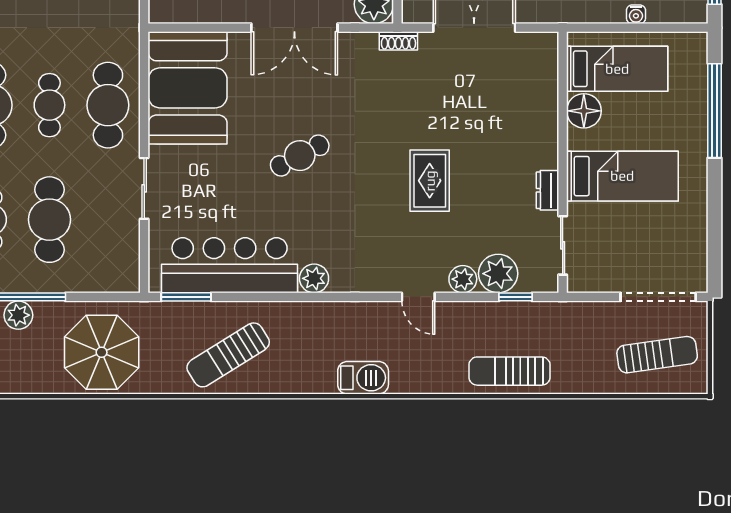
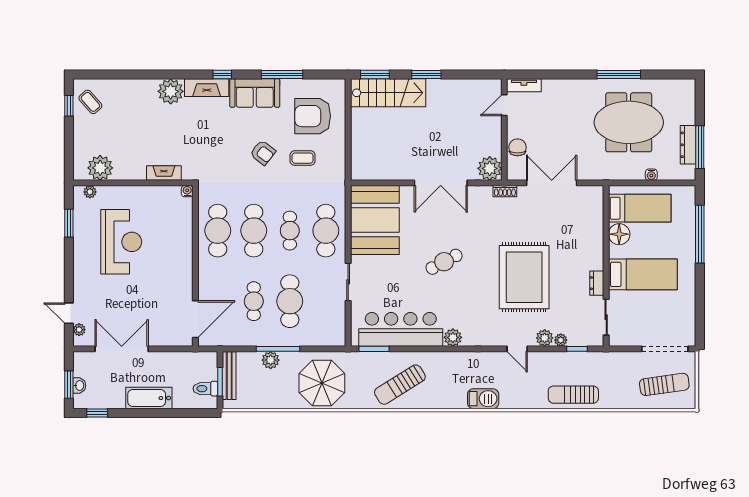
rug: (430, 181) -> (524, 277), width x1.86, depth x2.06
plant: (498, 274) -> (561, 340), width x0.53, depth x0.53

